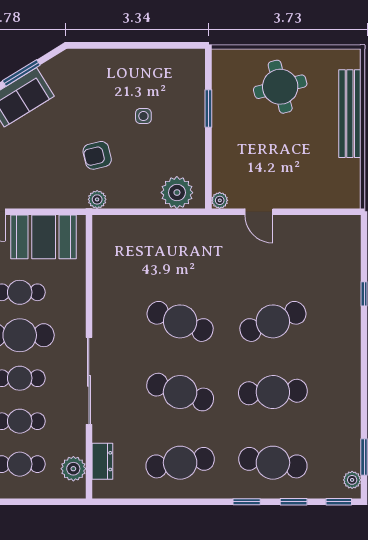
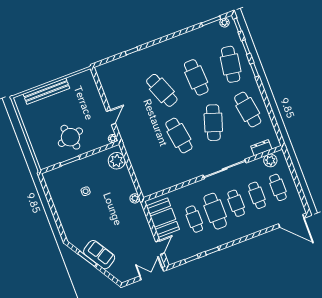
round table: (280, 87) -> (70, 137), moved
armchair: (97, 155) -> (113, 207), removed
cafe table: (180, 321) -> (179, 136), turned -30

